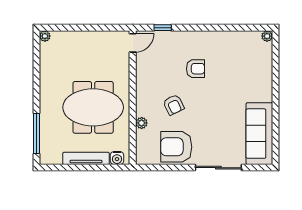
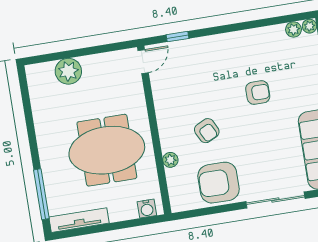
plant: (45, 36) -> (68, 71), moved, width x1.87, depth x1.87
plant: (254, 37) -> (293, 29), added
armchair: (195, 69) -> (258, 93), moved
tv unit: (86, 158) -> (79, 220), moved

